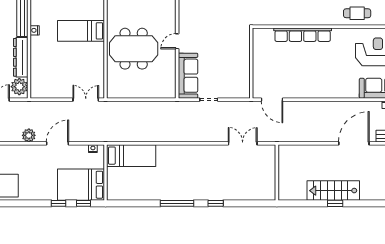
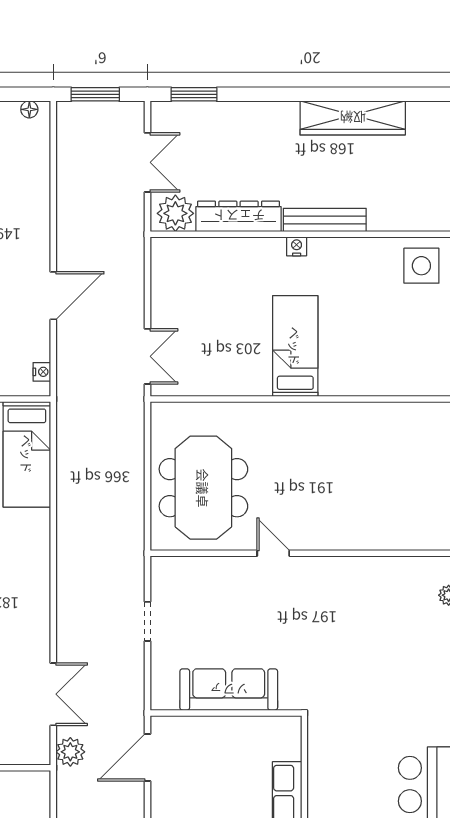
meeting table: (134, 49) -> (203, 488), moved
sofa: (188, 76) -> (229, 690), moved, turned 180
plant: (29, 135) -> (70, 752), moved
door: (57, 143) -> (53, 296), hinge flipped

